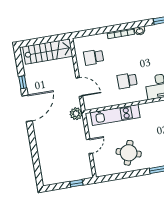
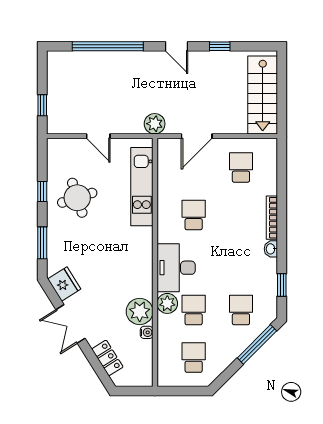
door: (27, 108) -> (177, 46), width x0.53
window: (34, 150) -> (108, 46), added
round table: (129, 153) -> (77, 198), turned -35
window: (128, 175) -> (42, 191), added

